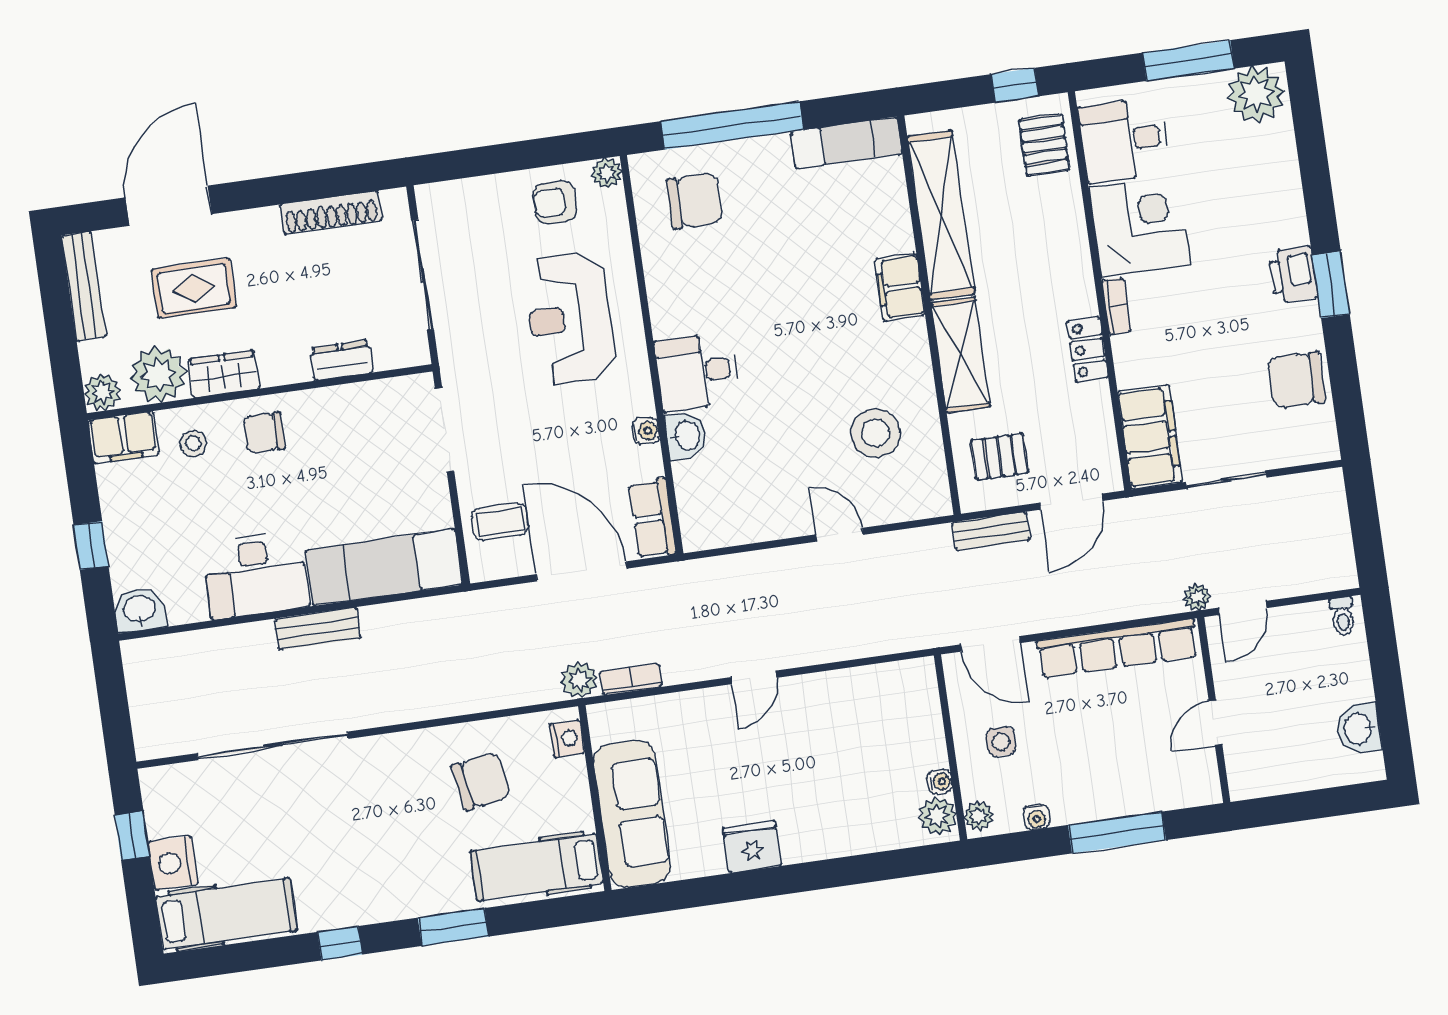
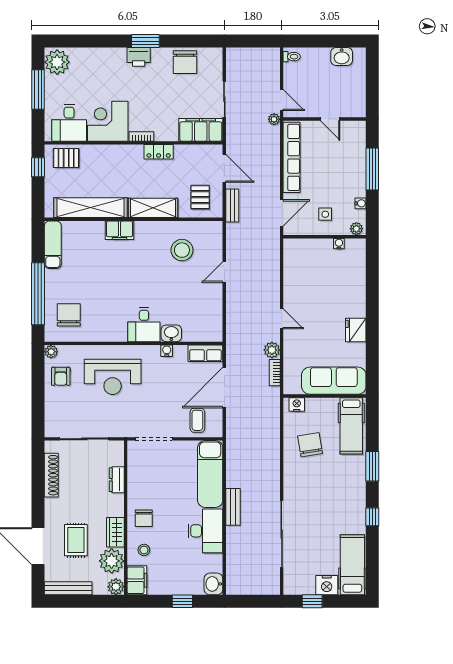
plant: (579, 680) -> (272, 350), moved
plant: (938, 816) -> (354, 247), removed

